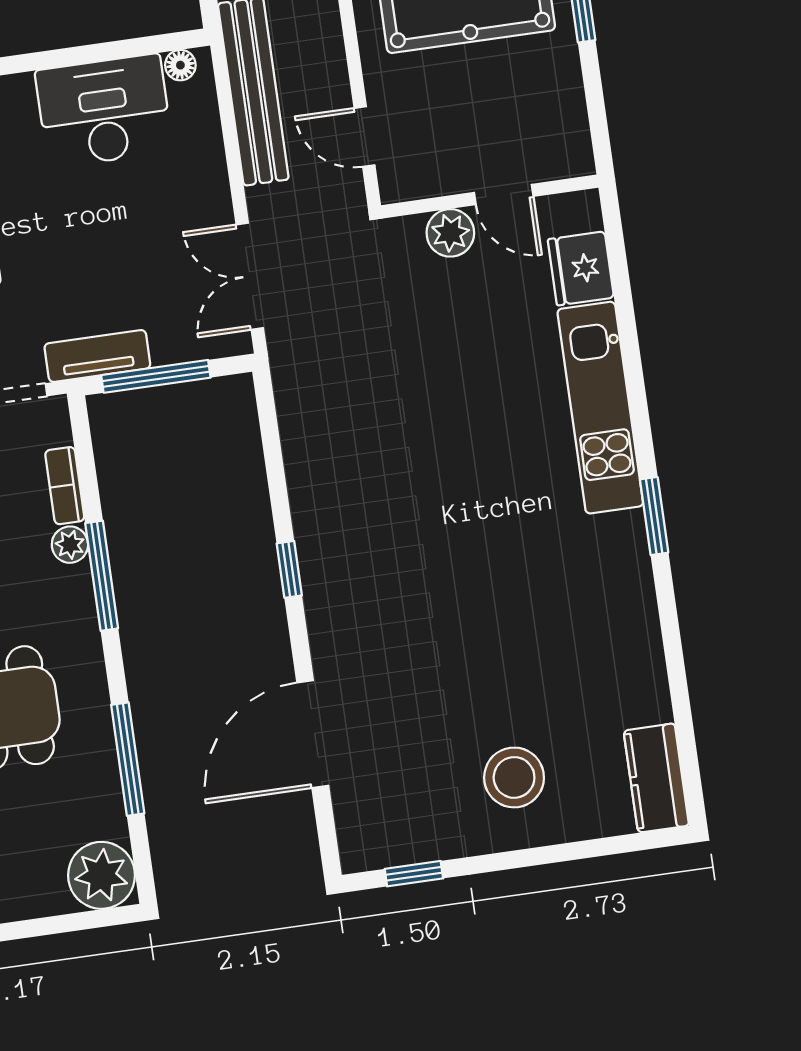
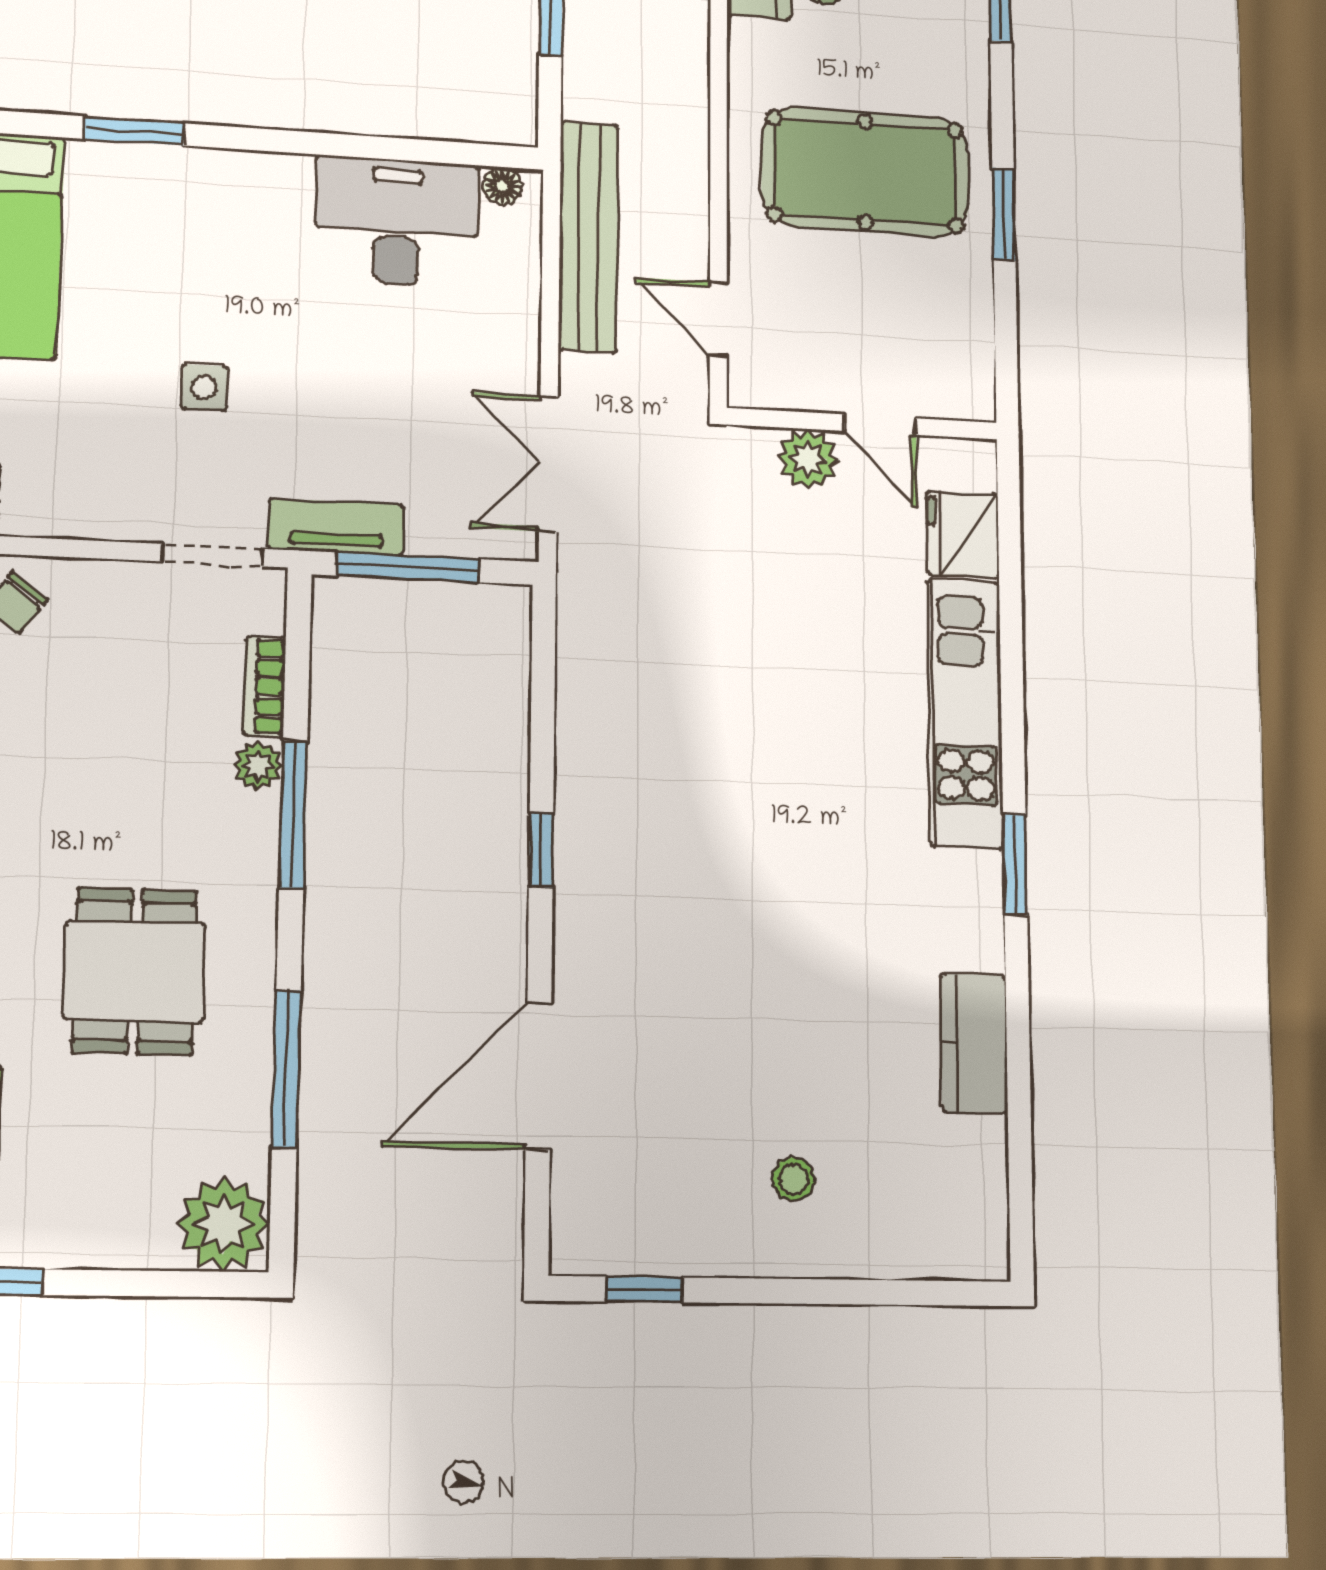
stool: (514, 777) -> (793, 1179), width x0.53, depth x0.53
kitchen counter: (656, 778) -> (974, 1043), moved

